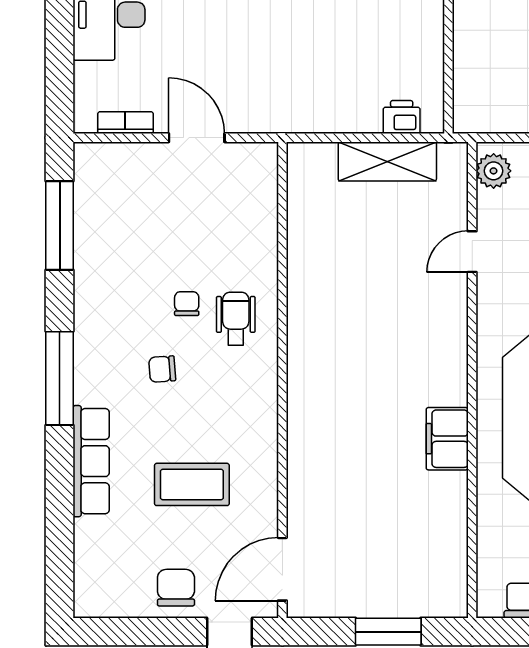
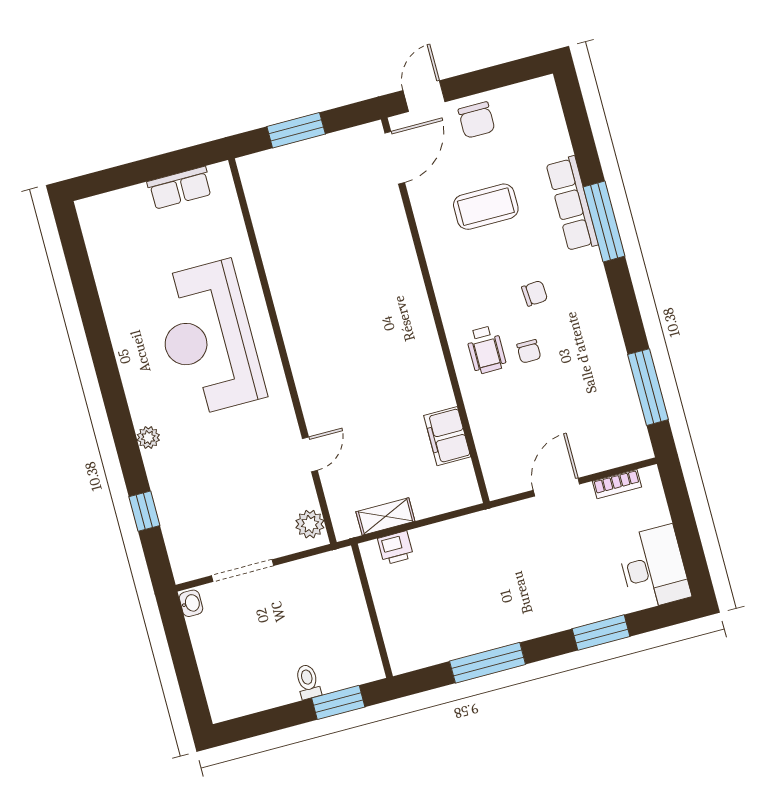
door: (197, 138) -> (556, 487), swing flipped
shelving: (387, 161) -> (385, 516), width x0.67, depth x0.75
window: (60, 378) -> (604, 222), moved
filing cabinet: (447, 439) -> (447, 436), moved, turned 180

